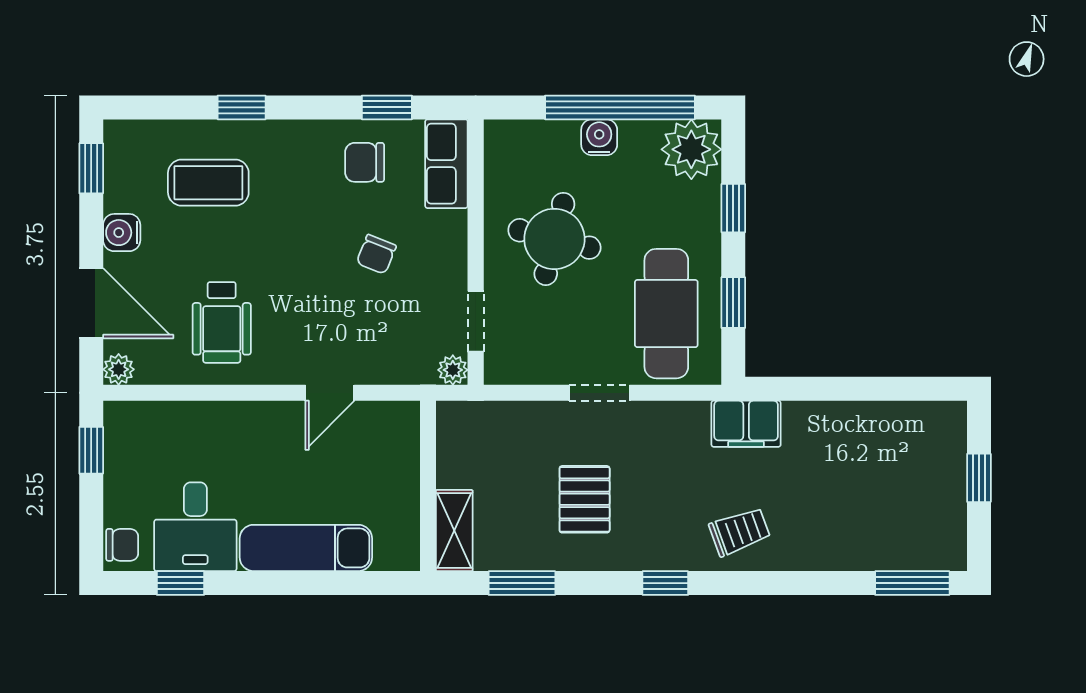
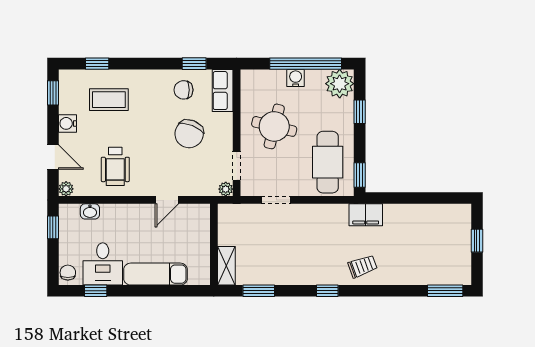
window: (242, 107) -> (97, 64), moved
chair: (376, 254) -> (189, 134), width x1.87, depth x1.87
door: (91, 303) -> (53, 157), width x0.73
window: (733, 303) -> (360, 175), moved
doorway: (599, 393) -> (276, 200), moved
washbasin: (169, 417) -> (90, 211), added
pallet: (585, 499) -> (289, 251), removed
chair: (122, 545) -> (68, 273), turned -90

